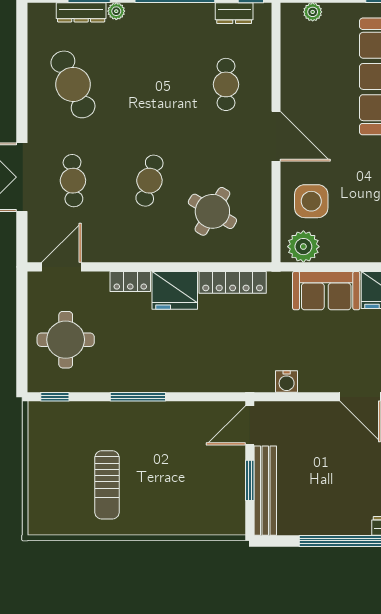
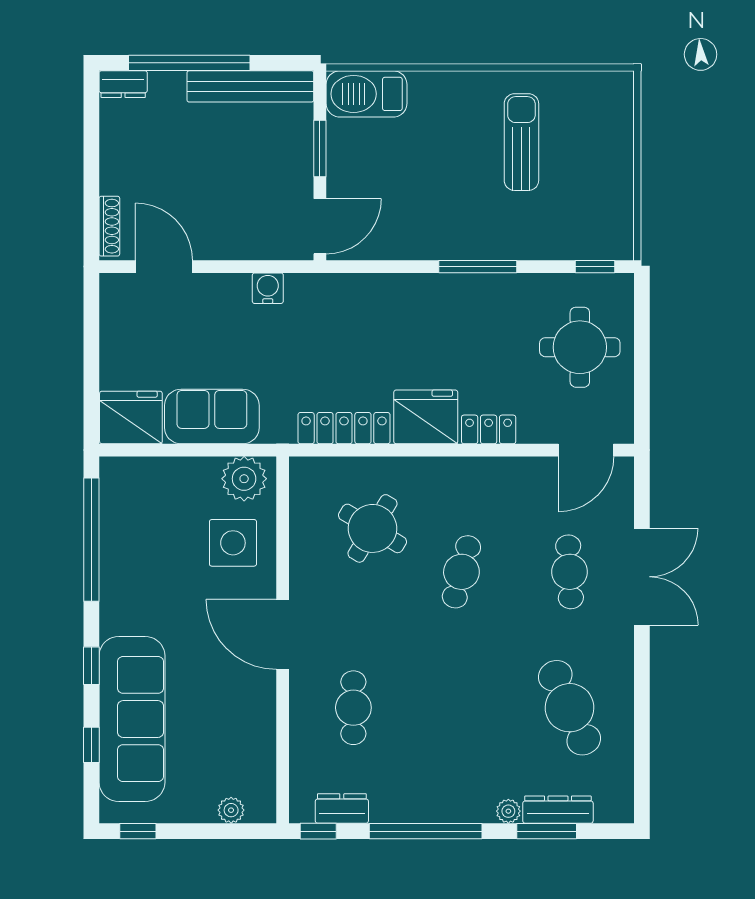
bench: (265, 491) -> (250, 86), moved, turned 90
barbecue: (217, 519) -> (367, 94), added

